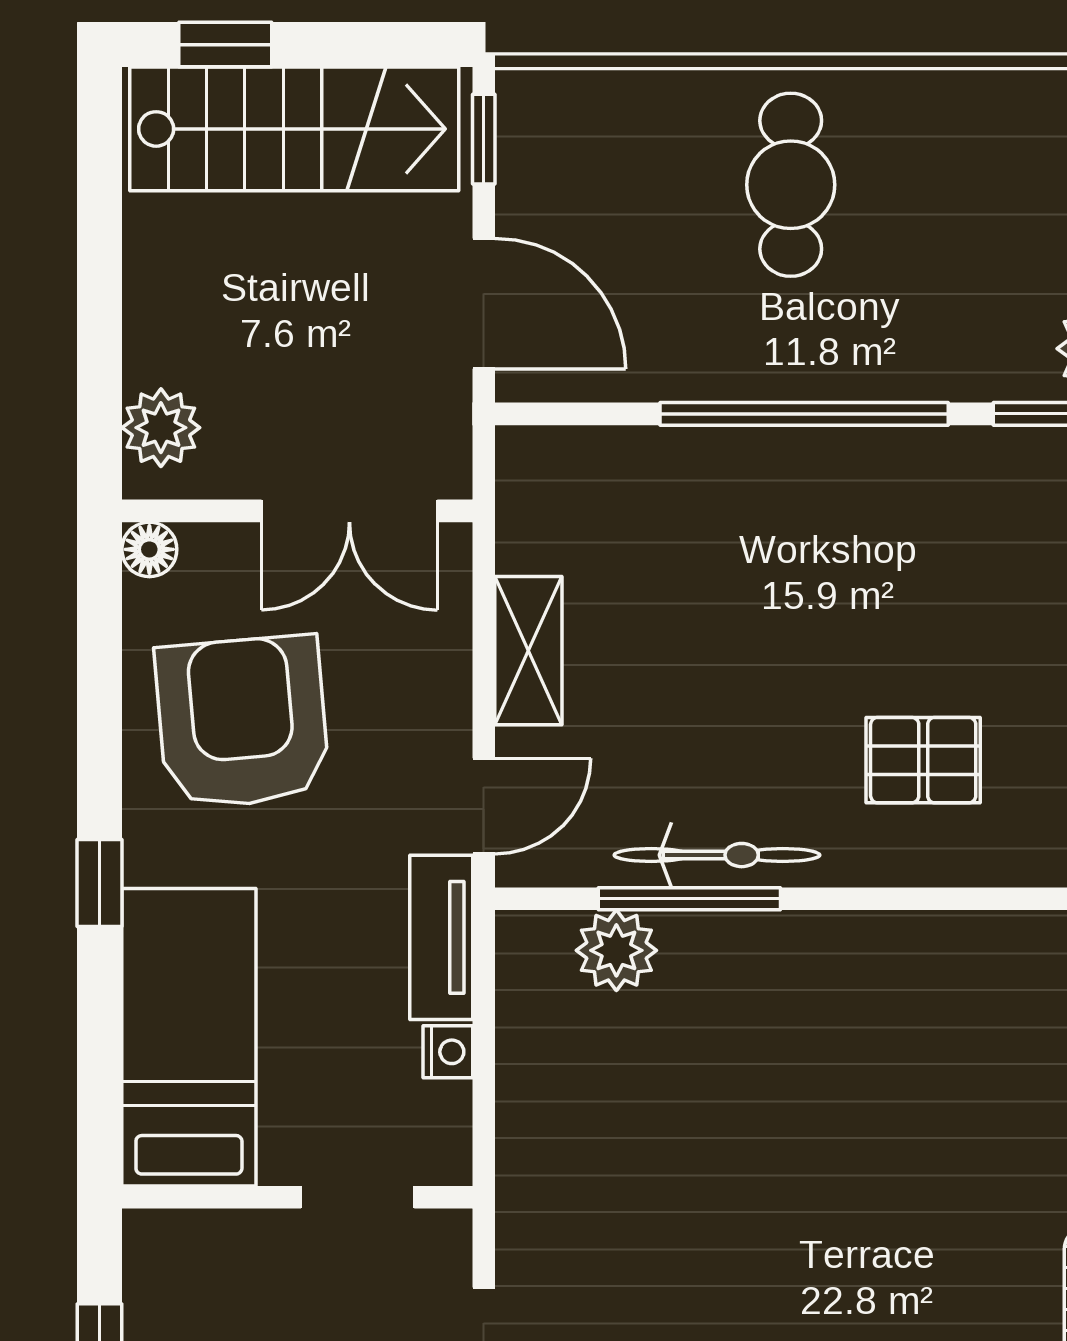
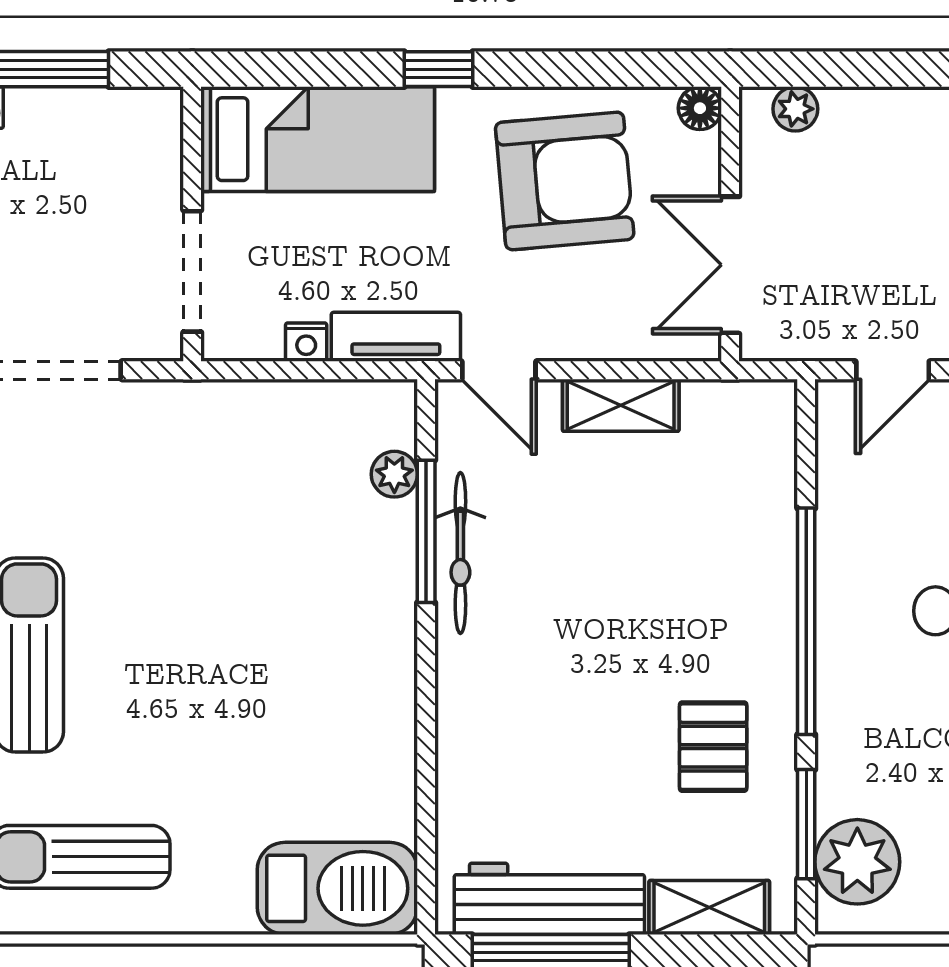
door: (484, 304) -> (893, 370), width x0.73
plant: (161, 428) -> (795, 109), width x0.73, depth x0.73
pallet: (923, 760) -> (713, 747), moved
plant: (616, 950) -> (394, 474), width x0.73, depth x0.73
doorway: (358, 1197) -> (192, 271), width x1.38

